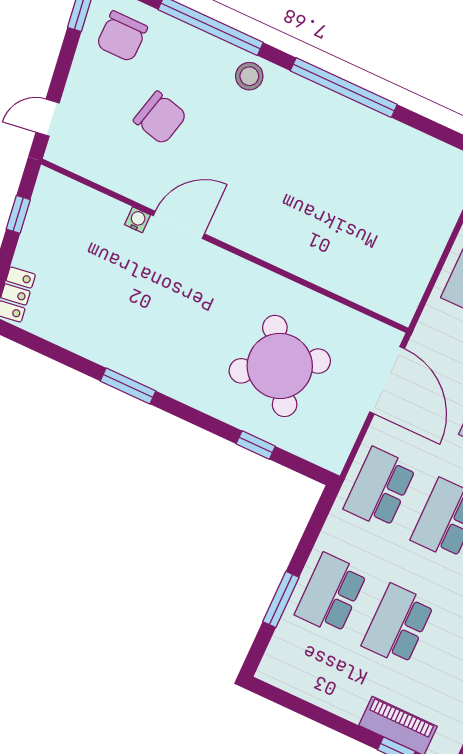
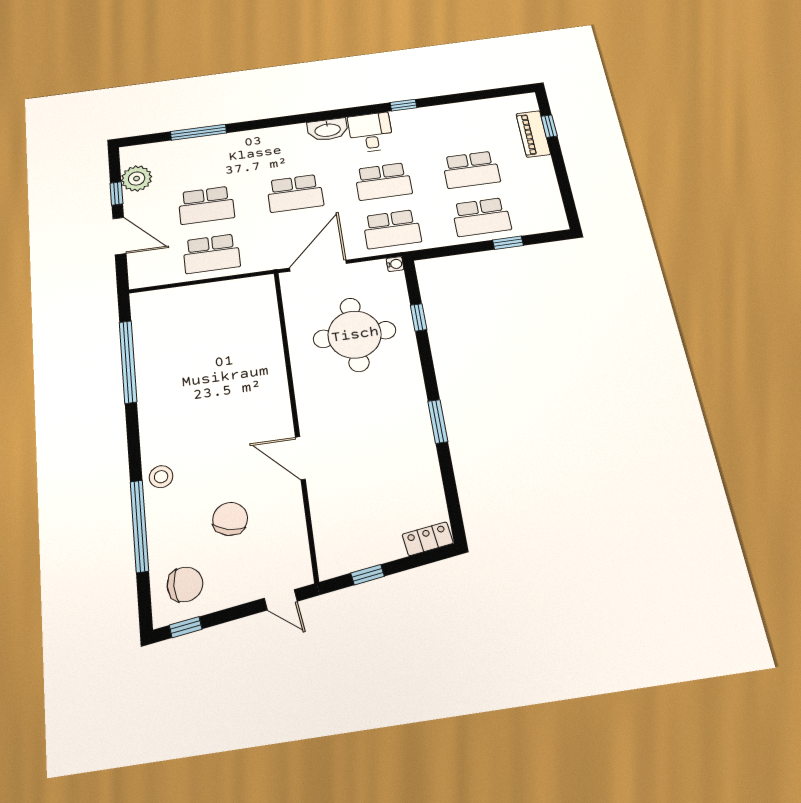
window: (344, 88) -> (128, 362), moved
water cooler: (137, 220) -> (395, 264), moved, turned 180
round table: (280, 366) -> (355, 335), turned 32
window: (281, 599) -> (508, 243), width x0.67

